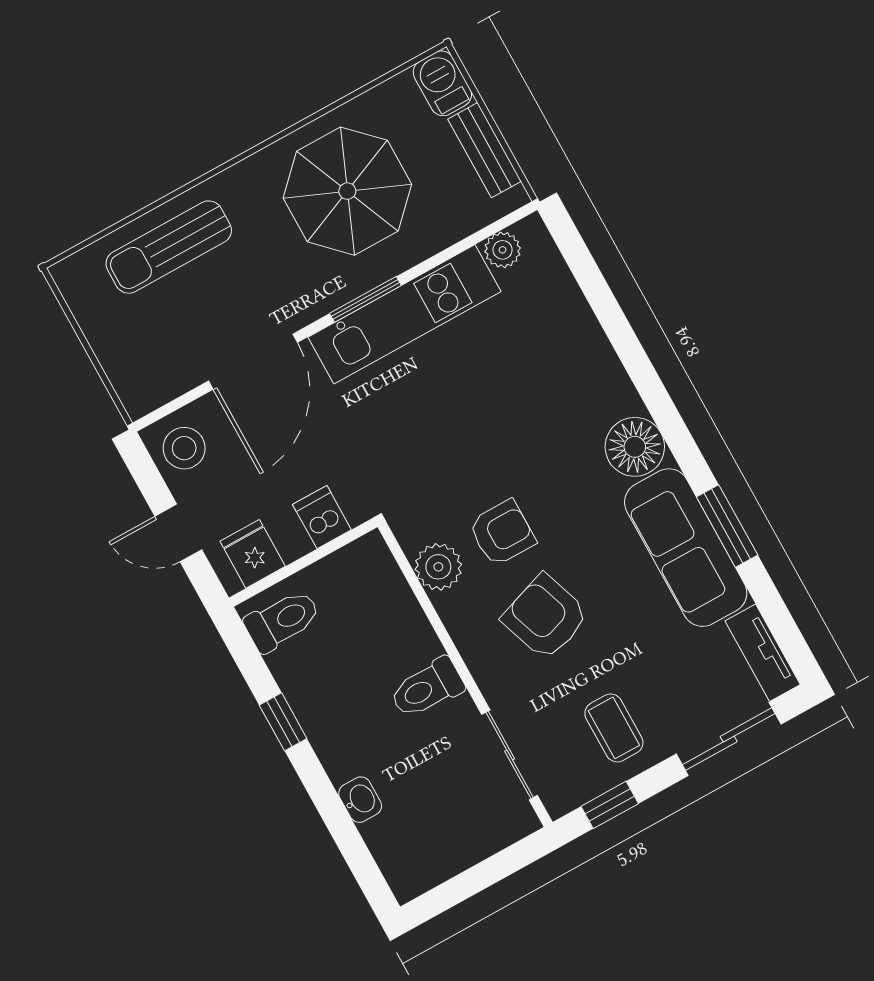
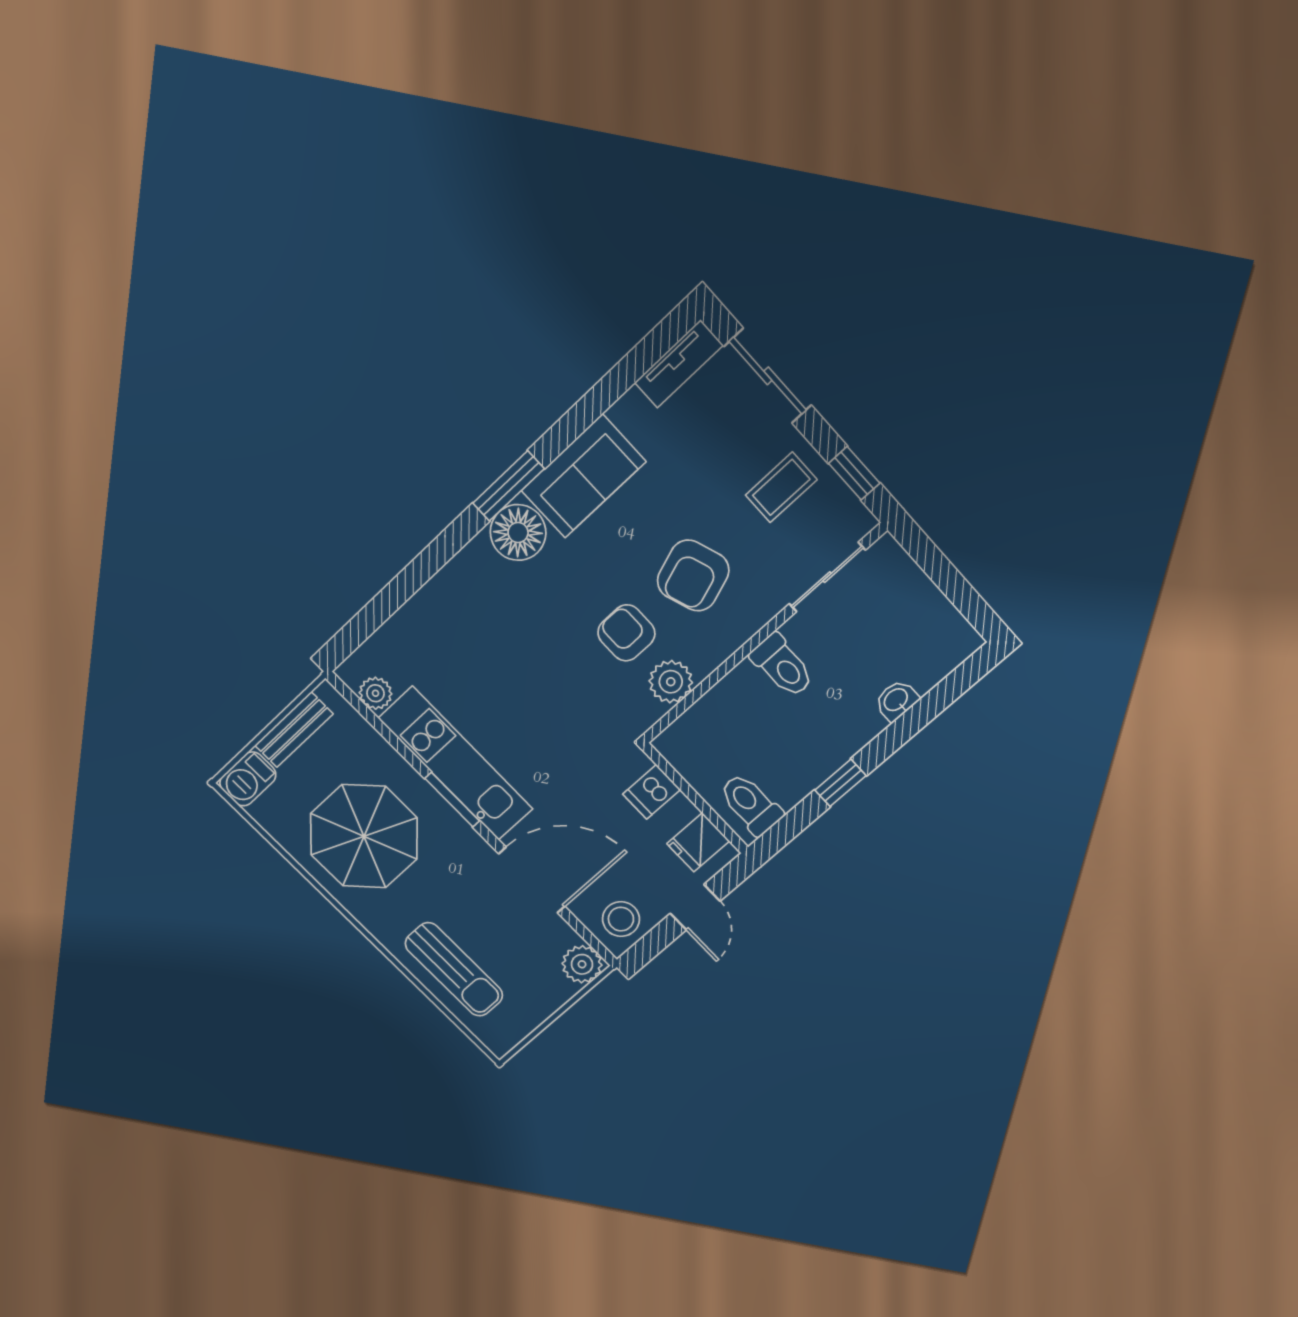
plant: (141, 392) -> (582, 964), added
window: (727, 526) -> (508, 486), moved
sofa: (686, 548) -> (583, 476), width x0.73

